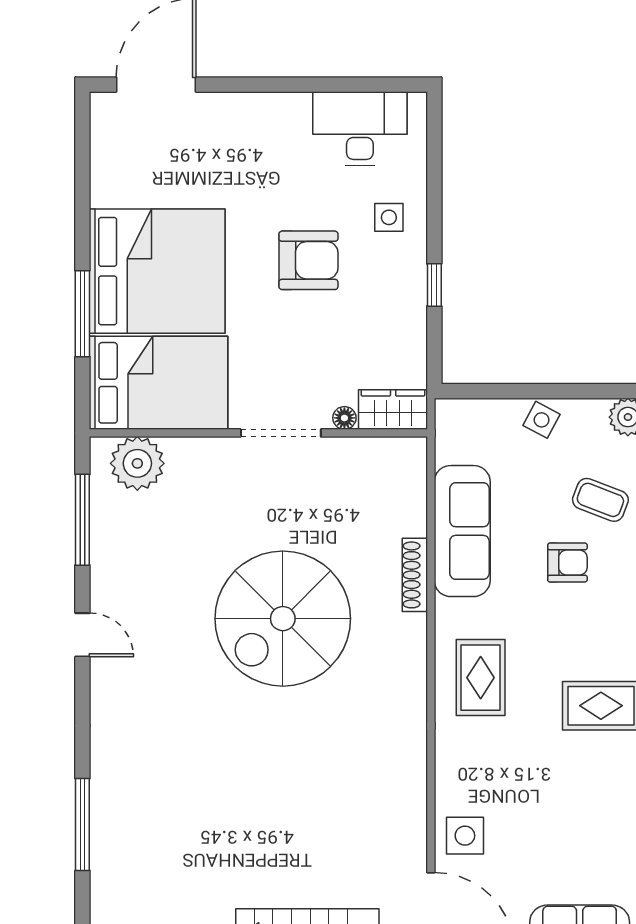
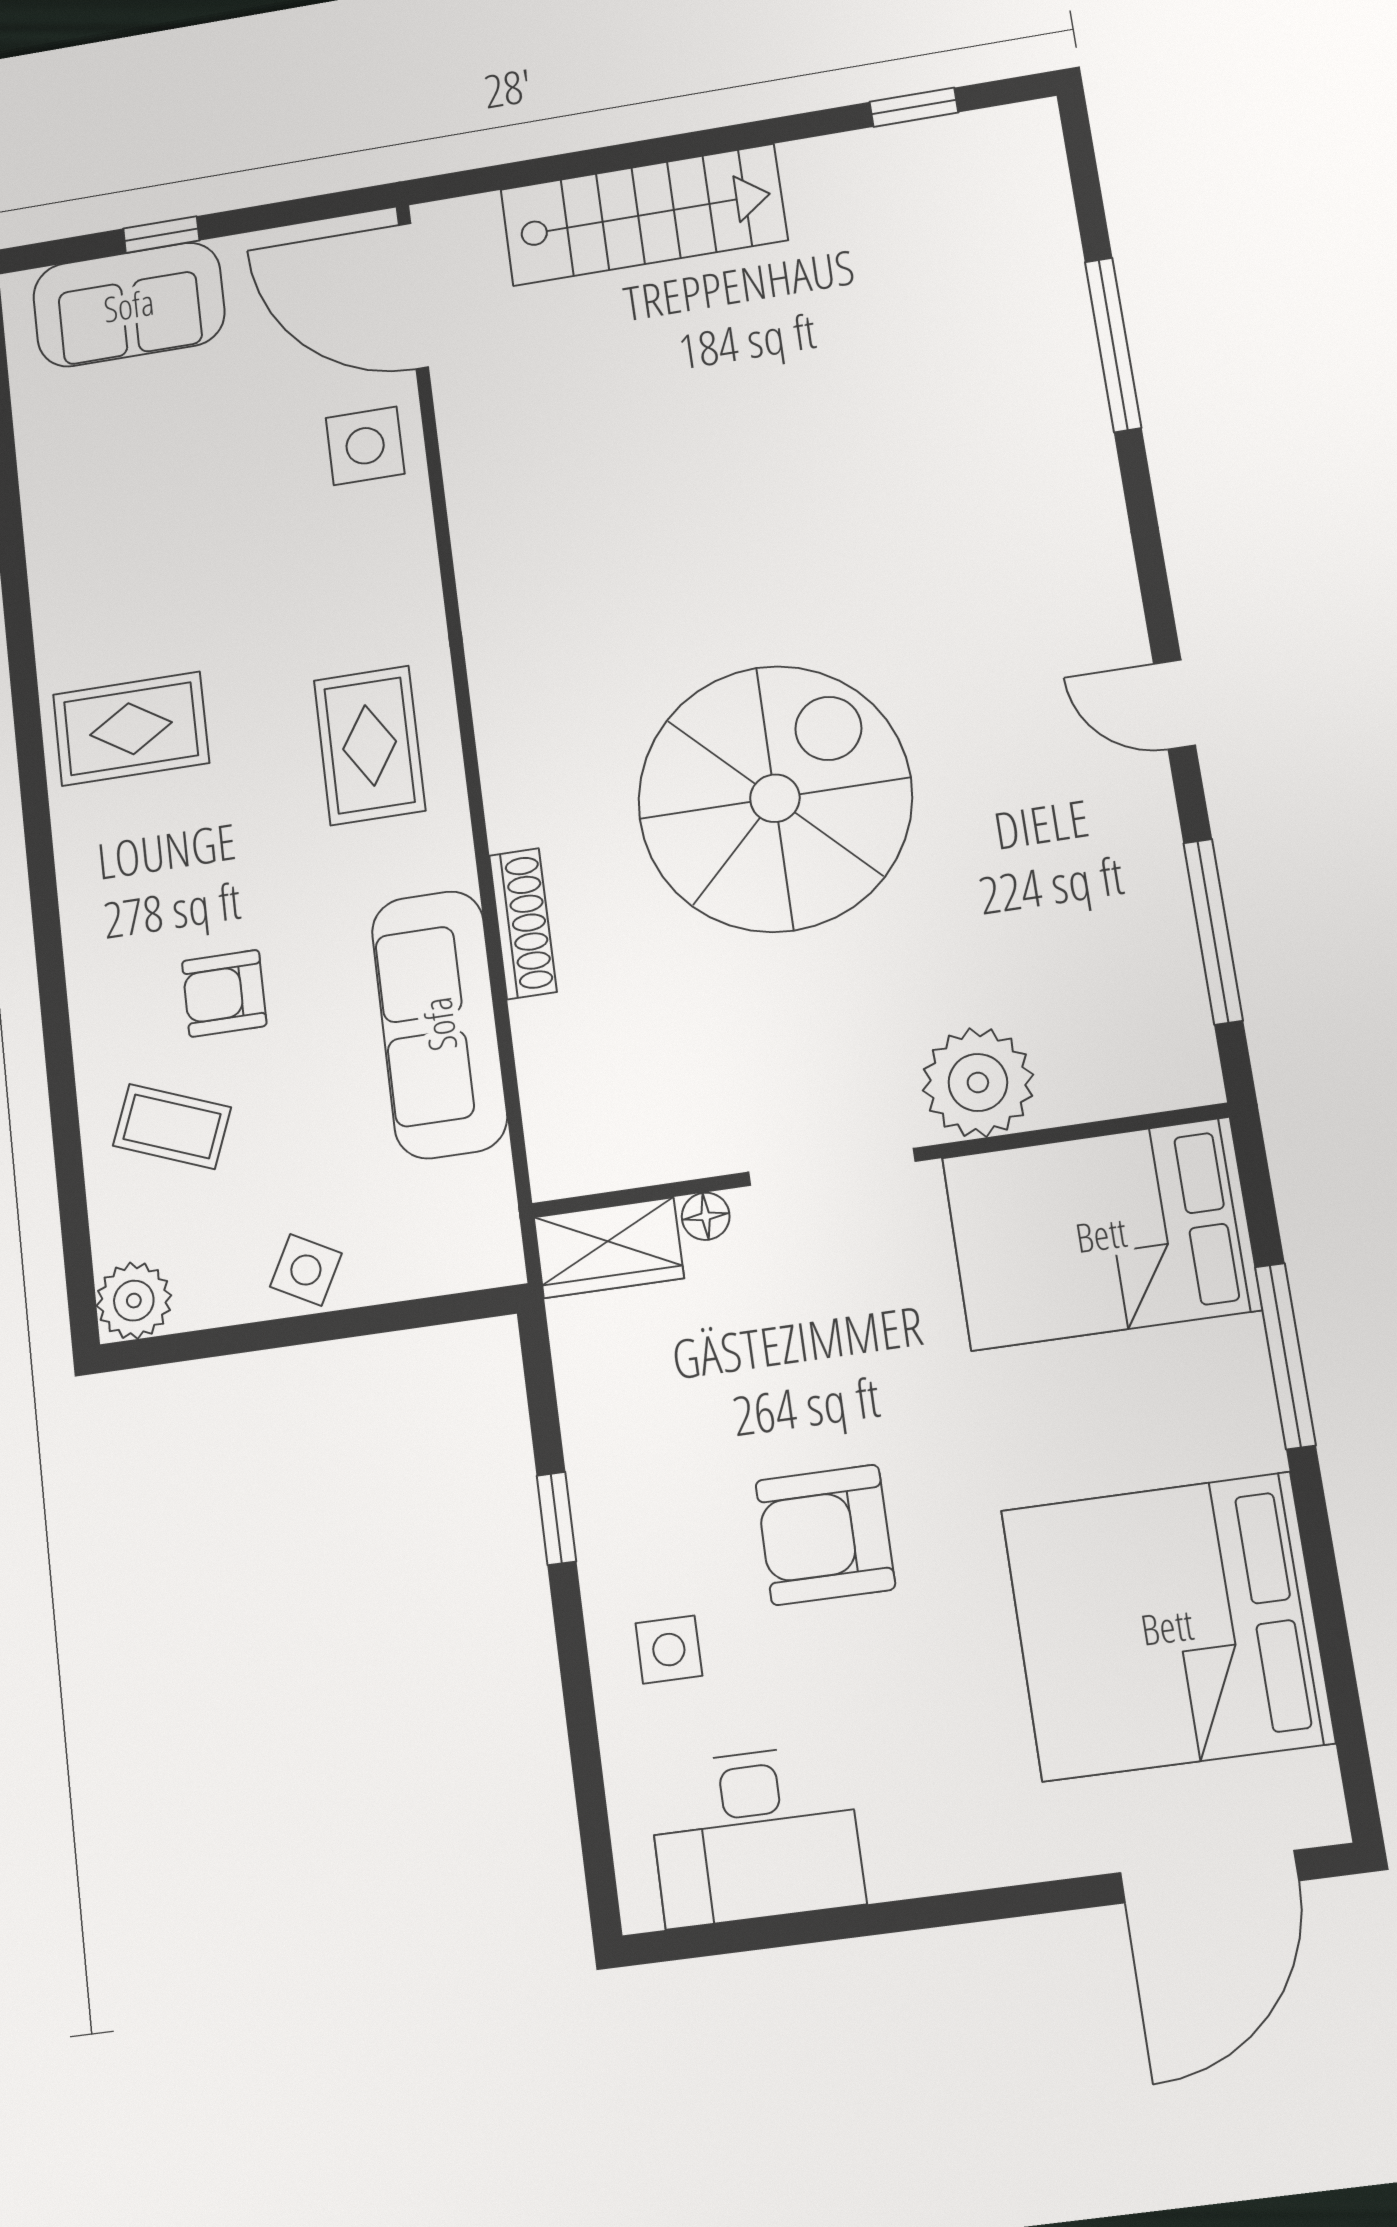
bed: (157, 271) -> (1167, 1626), moved
plant: (137, 463) -> (978, 1083), moved

